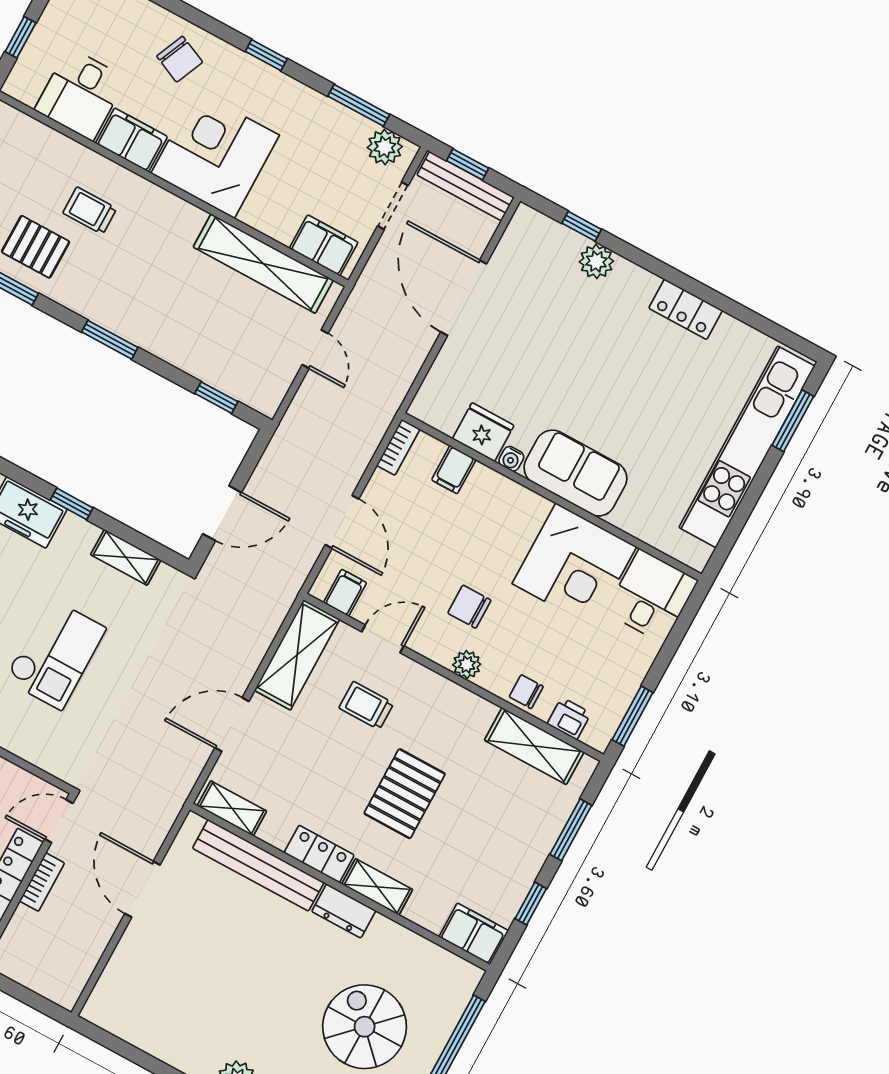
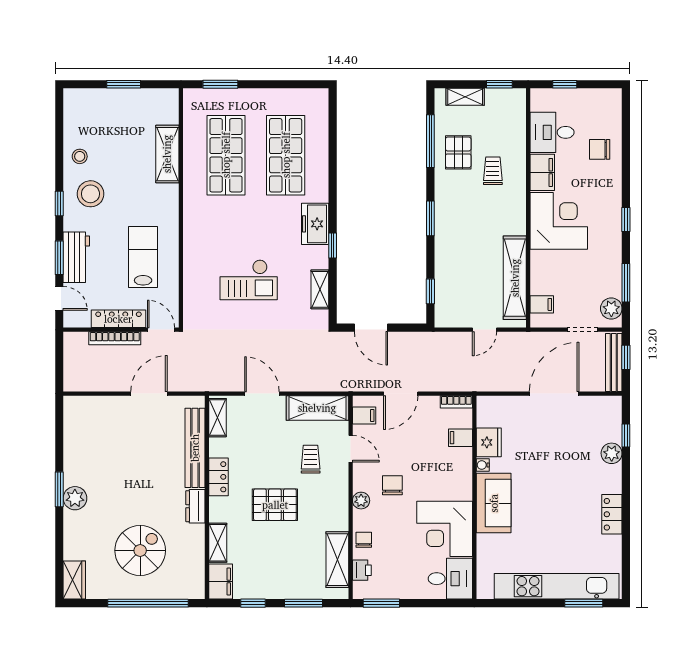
chair: (180, 59) -> (600, 149), moved, turned 66
filing cabinet: (324, 245) -> (542, 304), width x0.50
bookcase: (42, 882) -> (115, 338), width x1.56
shelving: (377, 887) -> (218, 543), moved

